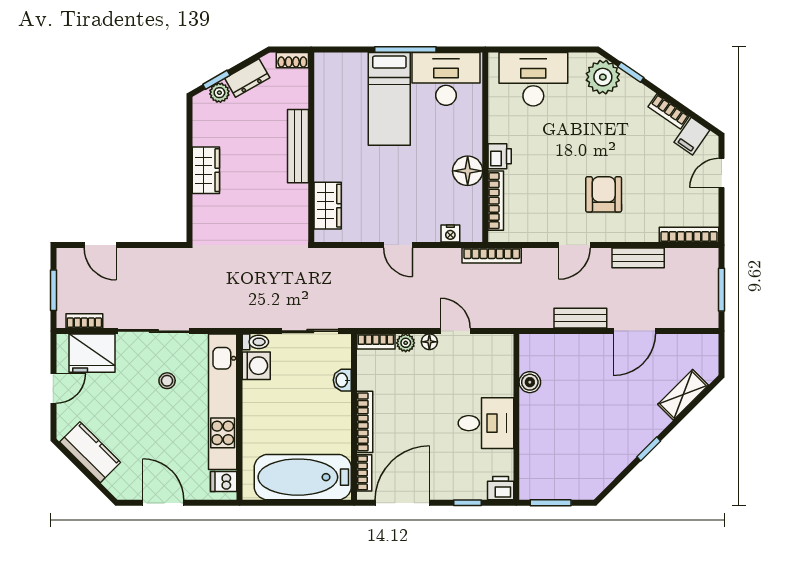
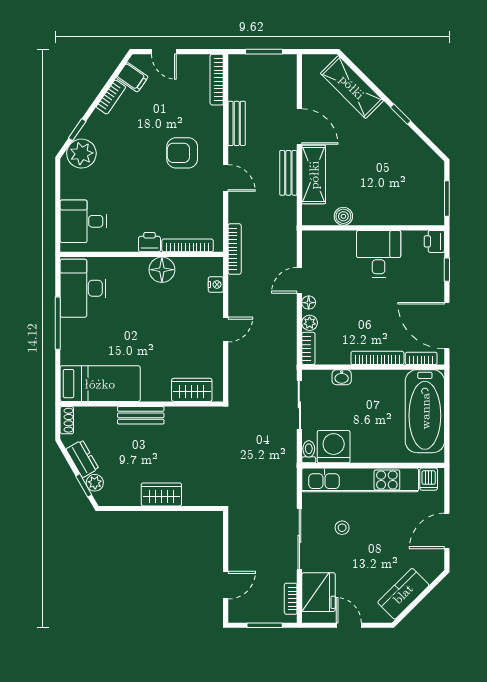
desk: (533, 79) -> (83, 221), width x0.73
bed: (389, 99) -> (100, 384), moved
bench: (298, 146) -> (141, 415), width x0.73
shelving: (578, 348) -> (314, 175), added
washing machine: (256, 366) -> (334, 447), width x1.37, depth x1.37
shelving: (683, 395) -> (352, 87), width x1.50, depth x1.33

